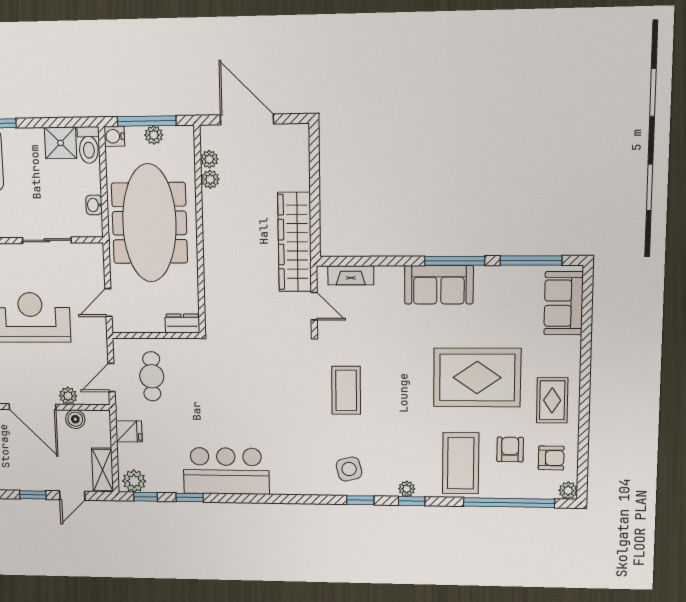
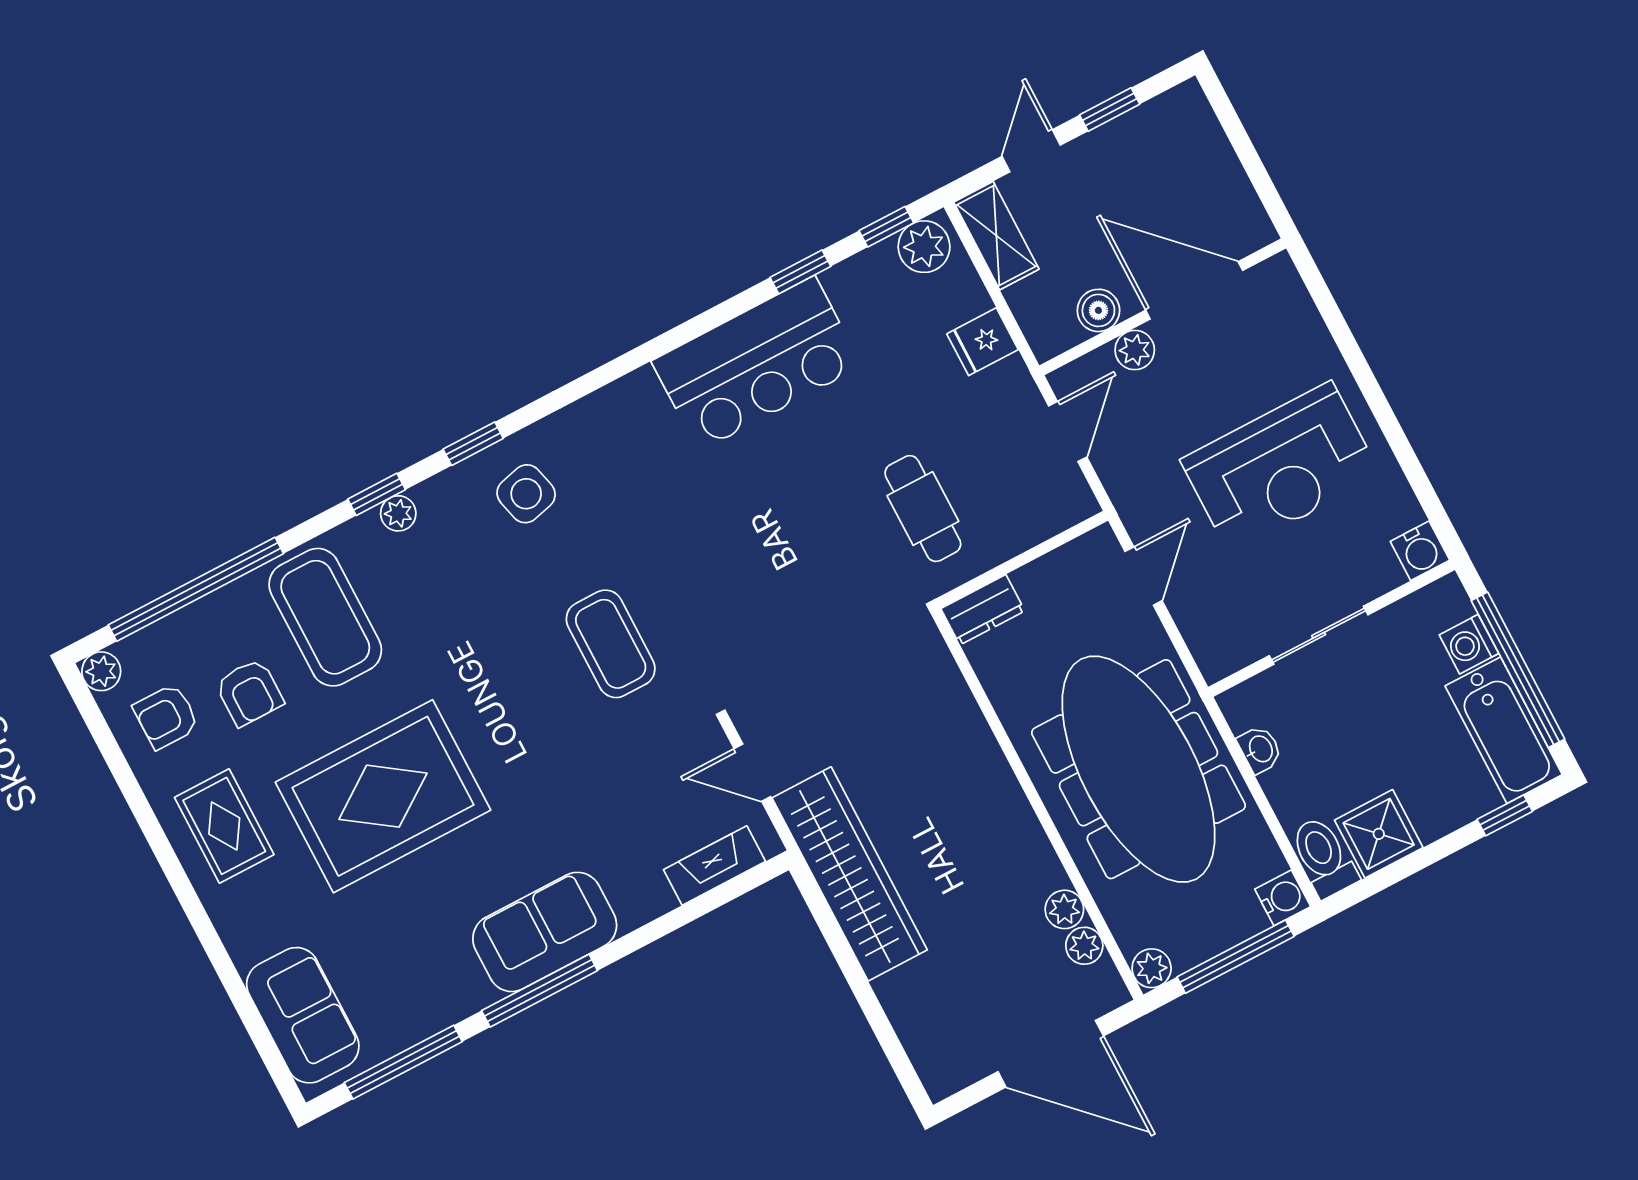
plant: (154, 135) -> (1152, 968), moved
cafe table: (152, 376) -> (923, 509), moved

